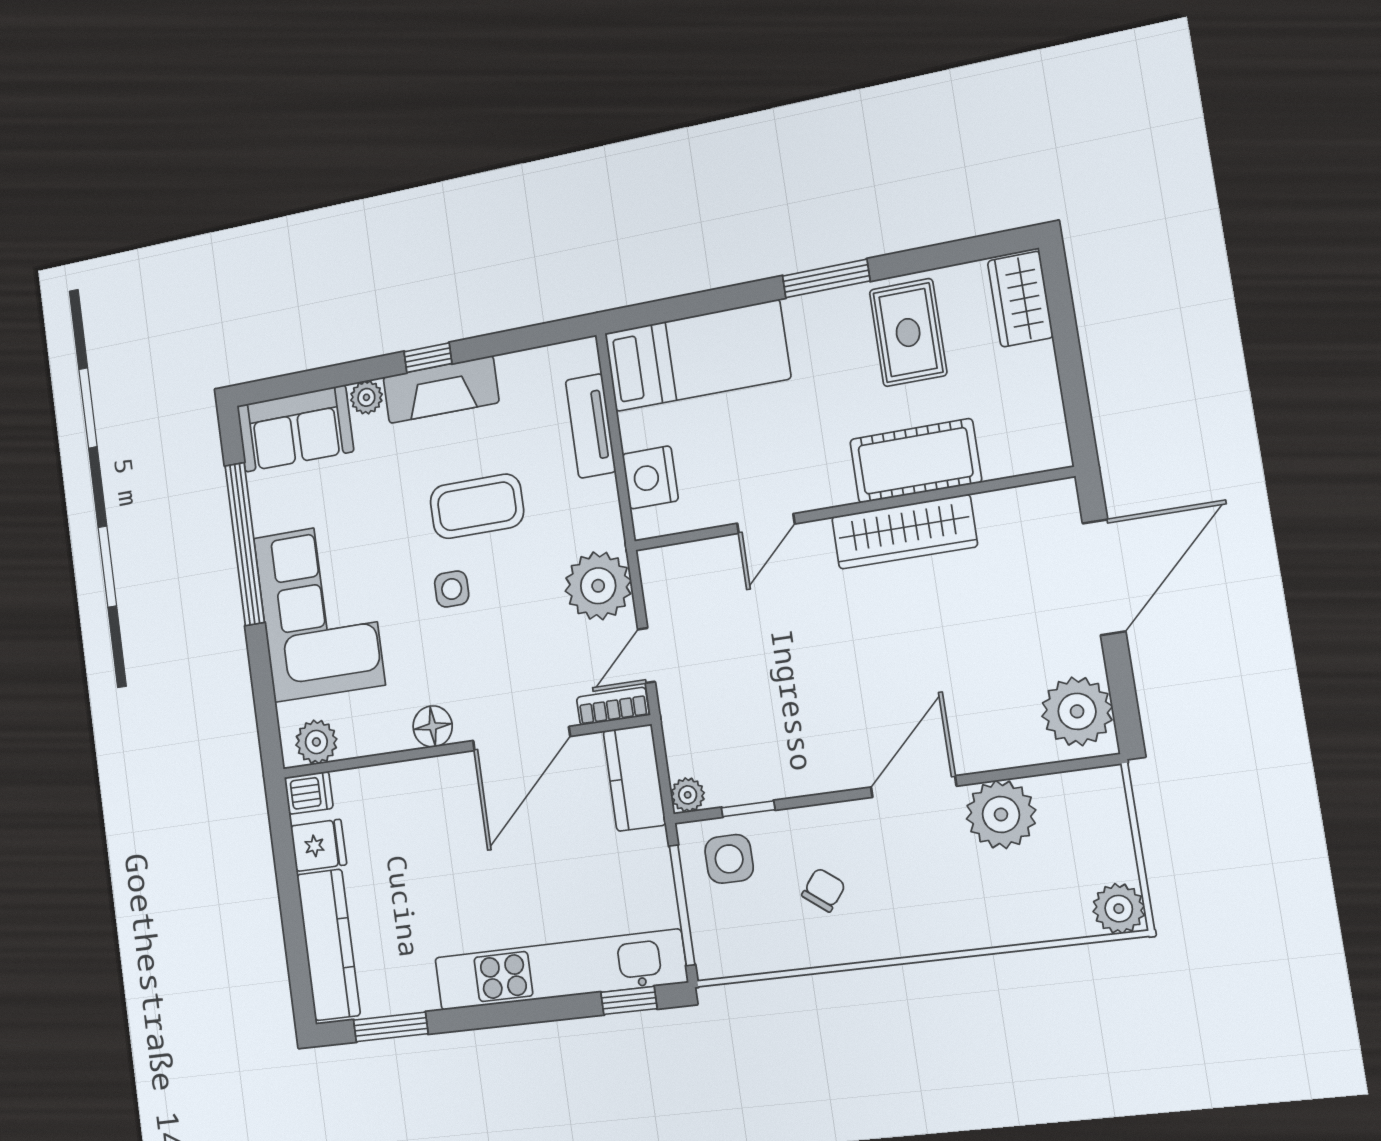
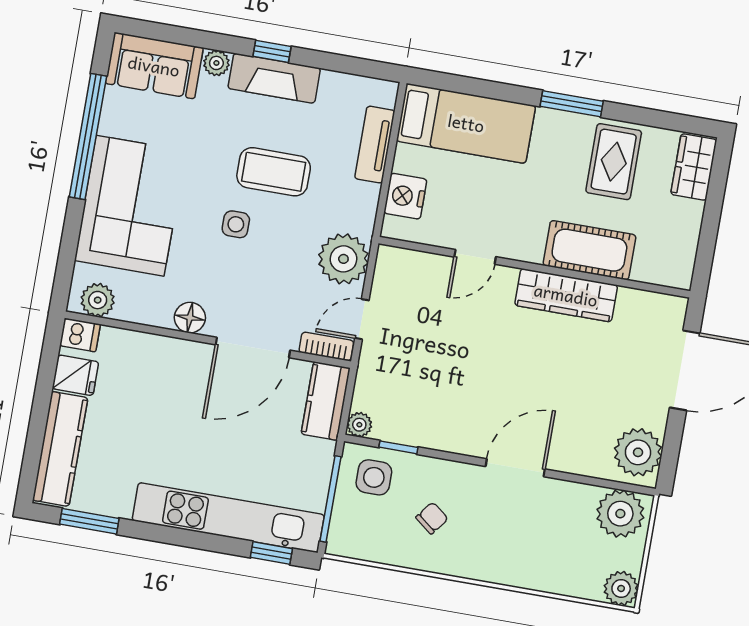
plant: (1001, 814) -> (620, 514), moved

